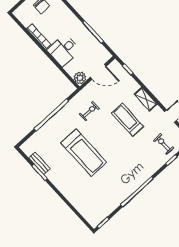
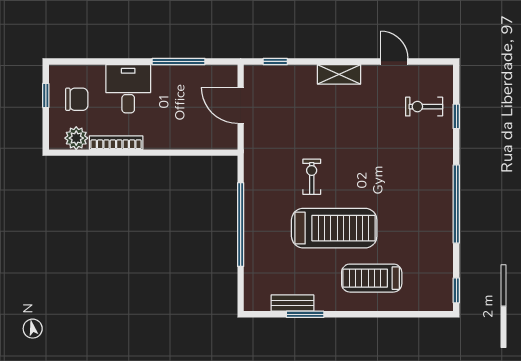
desk: (64, 50) -> (128, 89), moved, turned 180
door: (98, 72) -> (241, 105), swing flipped
plant: (80, 78) -> (76, 138), moved
exercise bike: (89, 111) -> (312, 177), moved
treadmill: (127, 120) -> (372, 278), moved

